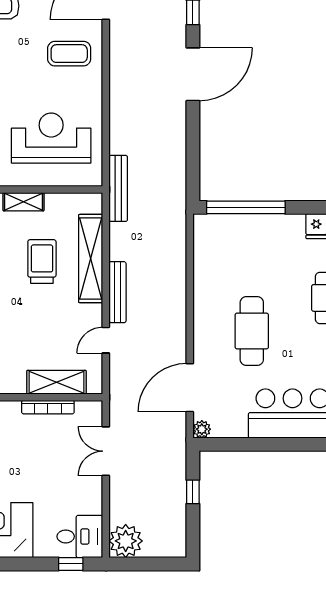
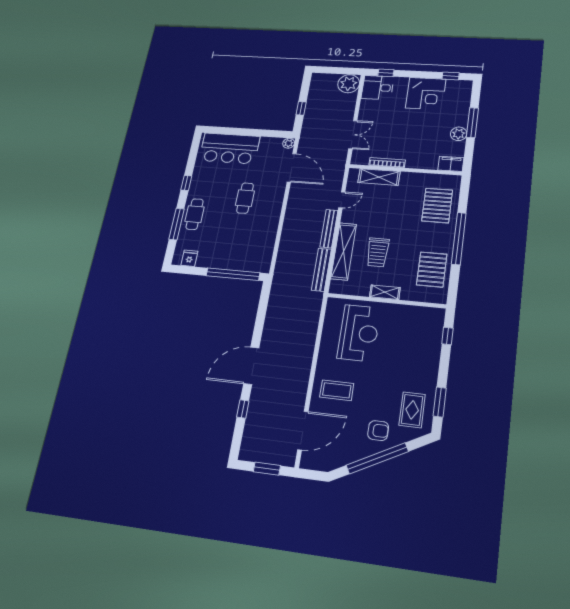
reception desk: (51, 138) -> (359, 333), turned -90
bench: (118, 188) -> (321, 270), moved
cafe table: (252, 331) -> (245, 198), width x0.73, depth x0.74
door: (190, 388) -> (292, 168), hinge flipped

